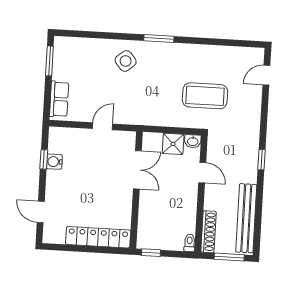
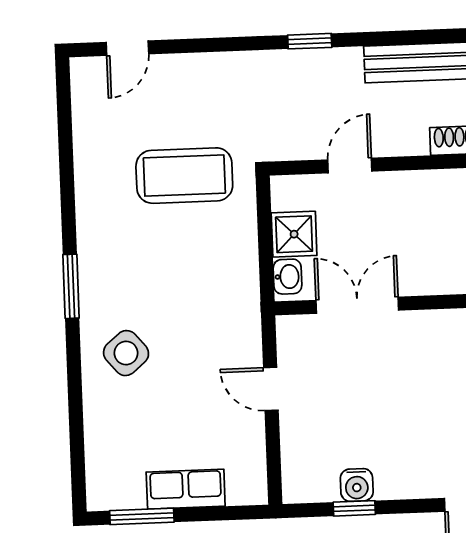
door: (266, 75) -> (127, 48), hinge flipped
coffee table: (205, 96) -> (184, 176), turned 90
row of seats: (59, 99) -> (186, 489), moved
washbasin: (193, 141) -> (288, 277), moved

